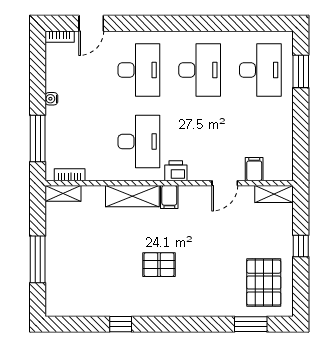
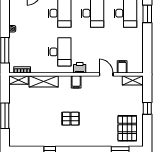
door: (225, 183) -> (106, 74), swing flipped
shelving: (132, 196) -> (44, 81), moved

